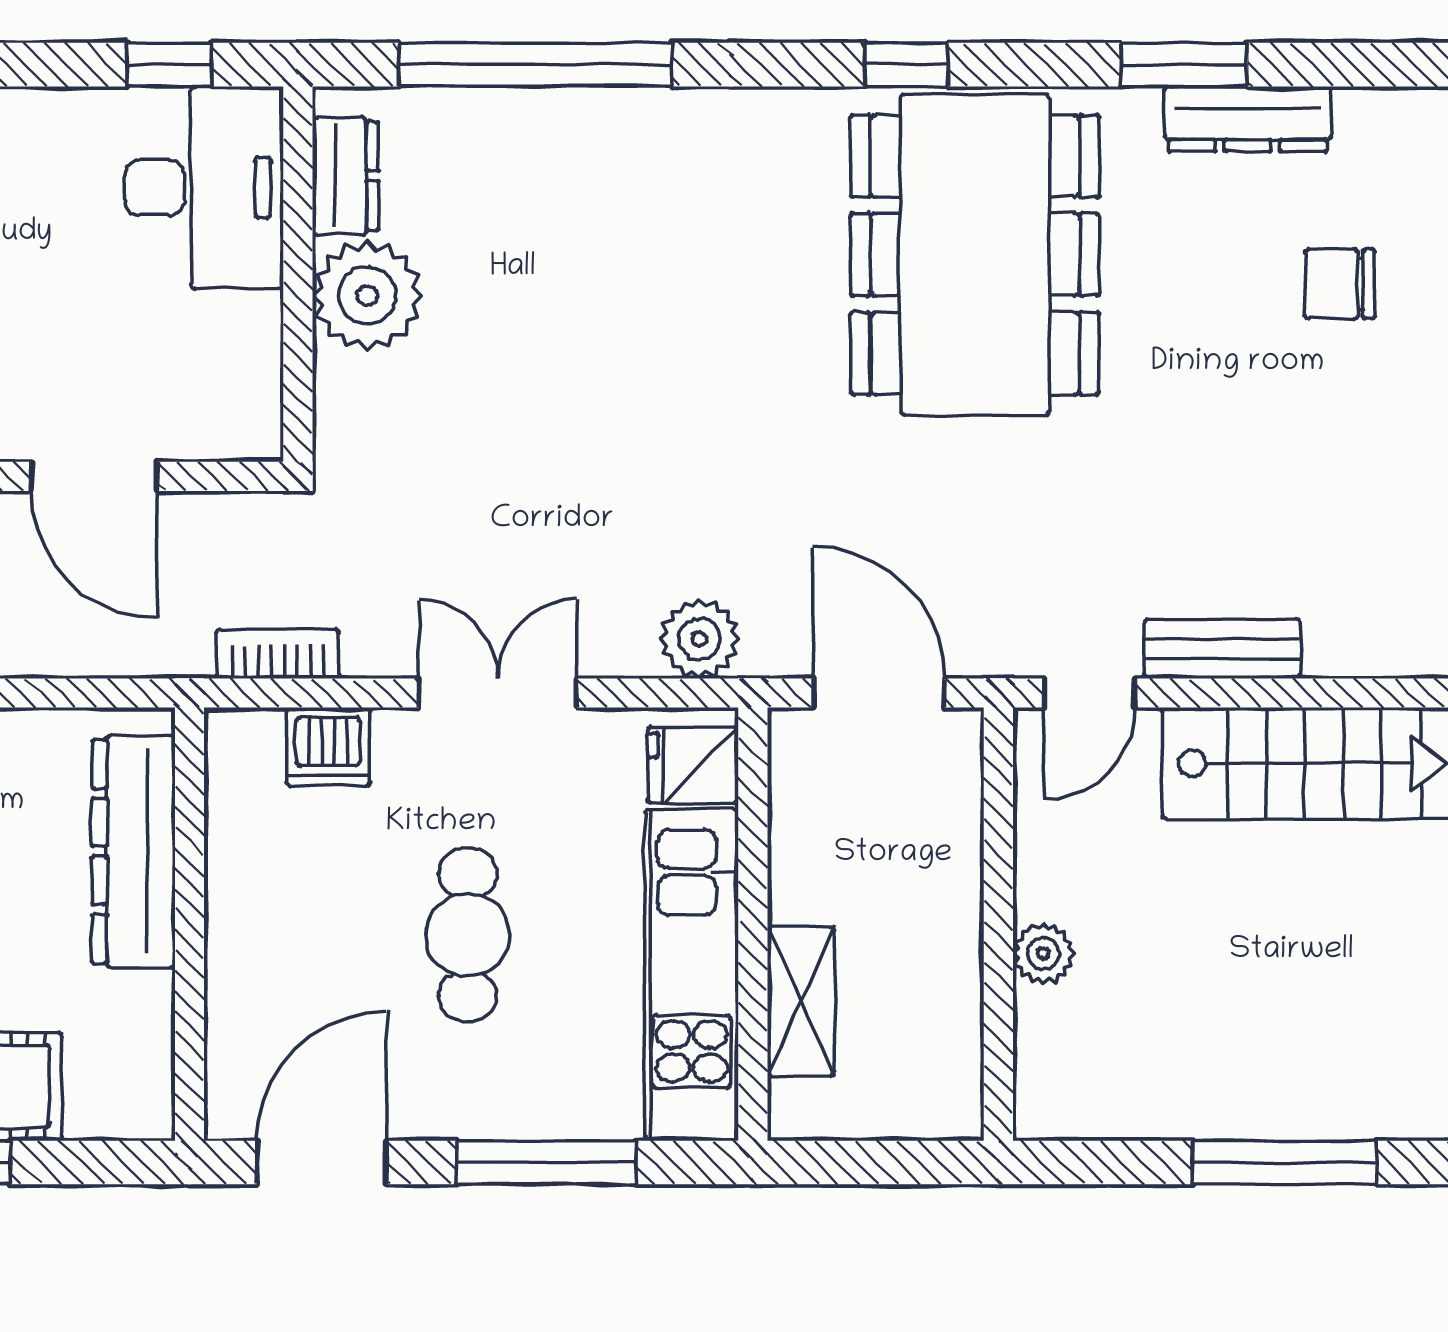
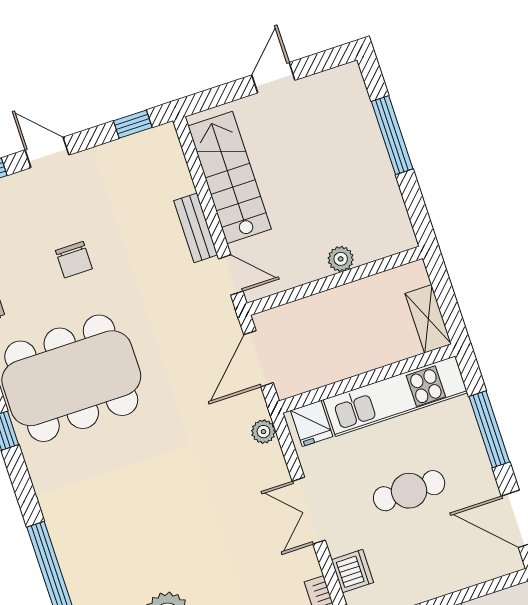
chair: (1340, 284) -> (74, 260), moved
plant: (700, 639) -> (263, 432), width x0.73, depth x0.73
shelving: (801, 1001) -> (428, 319), moved, turned 90

